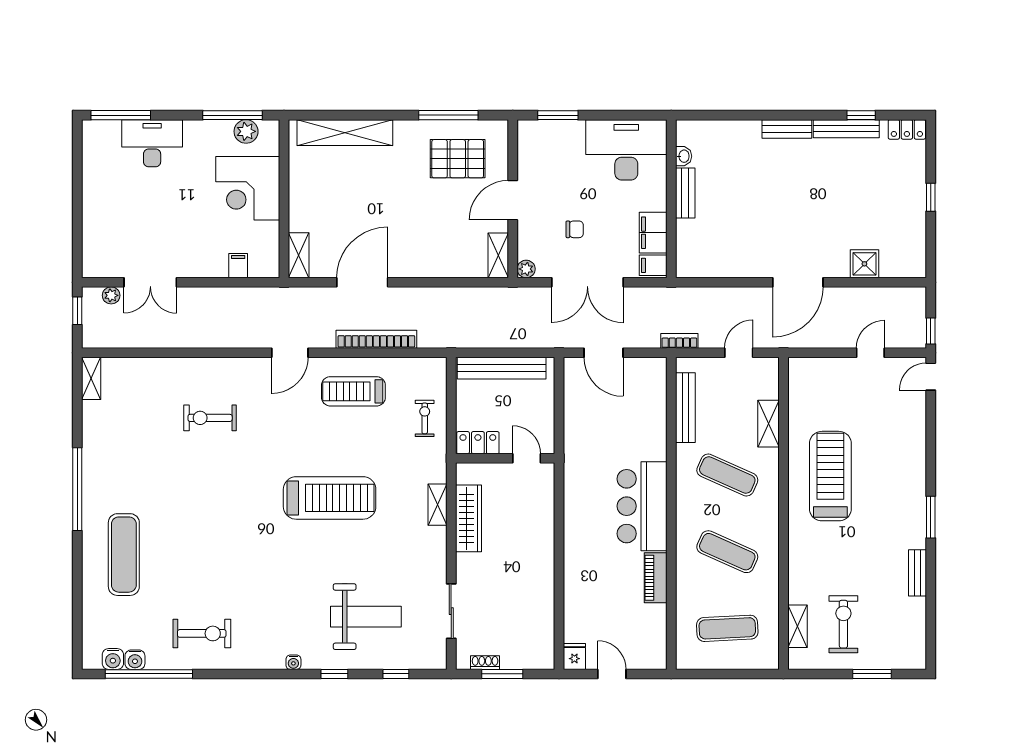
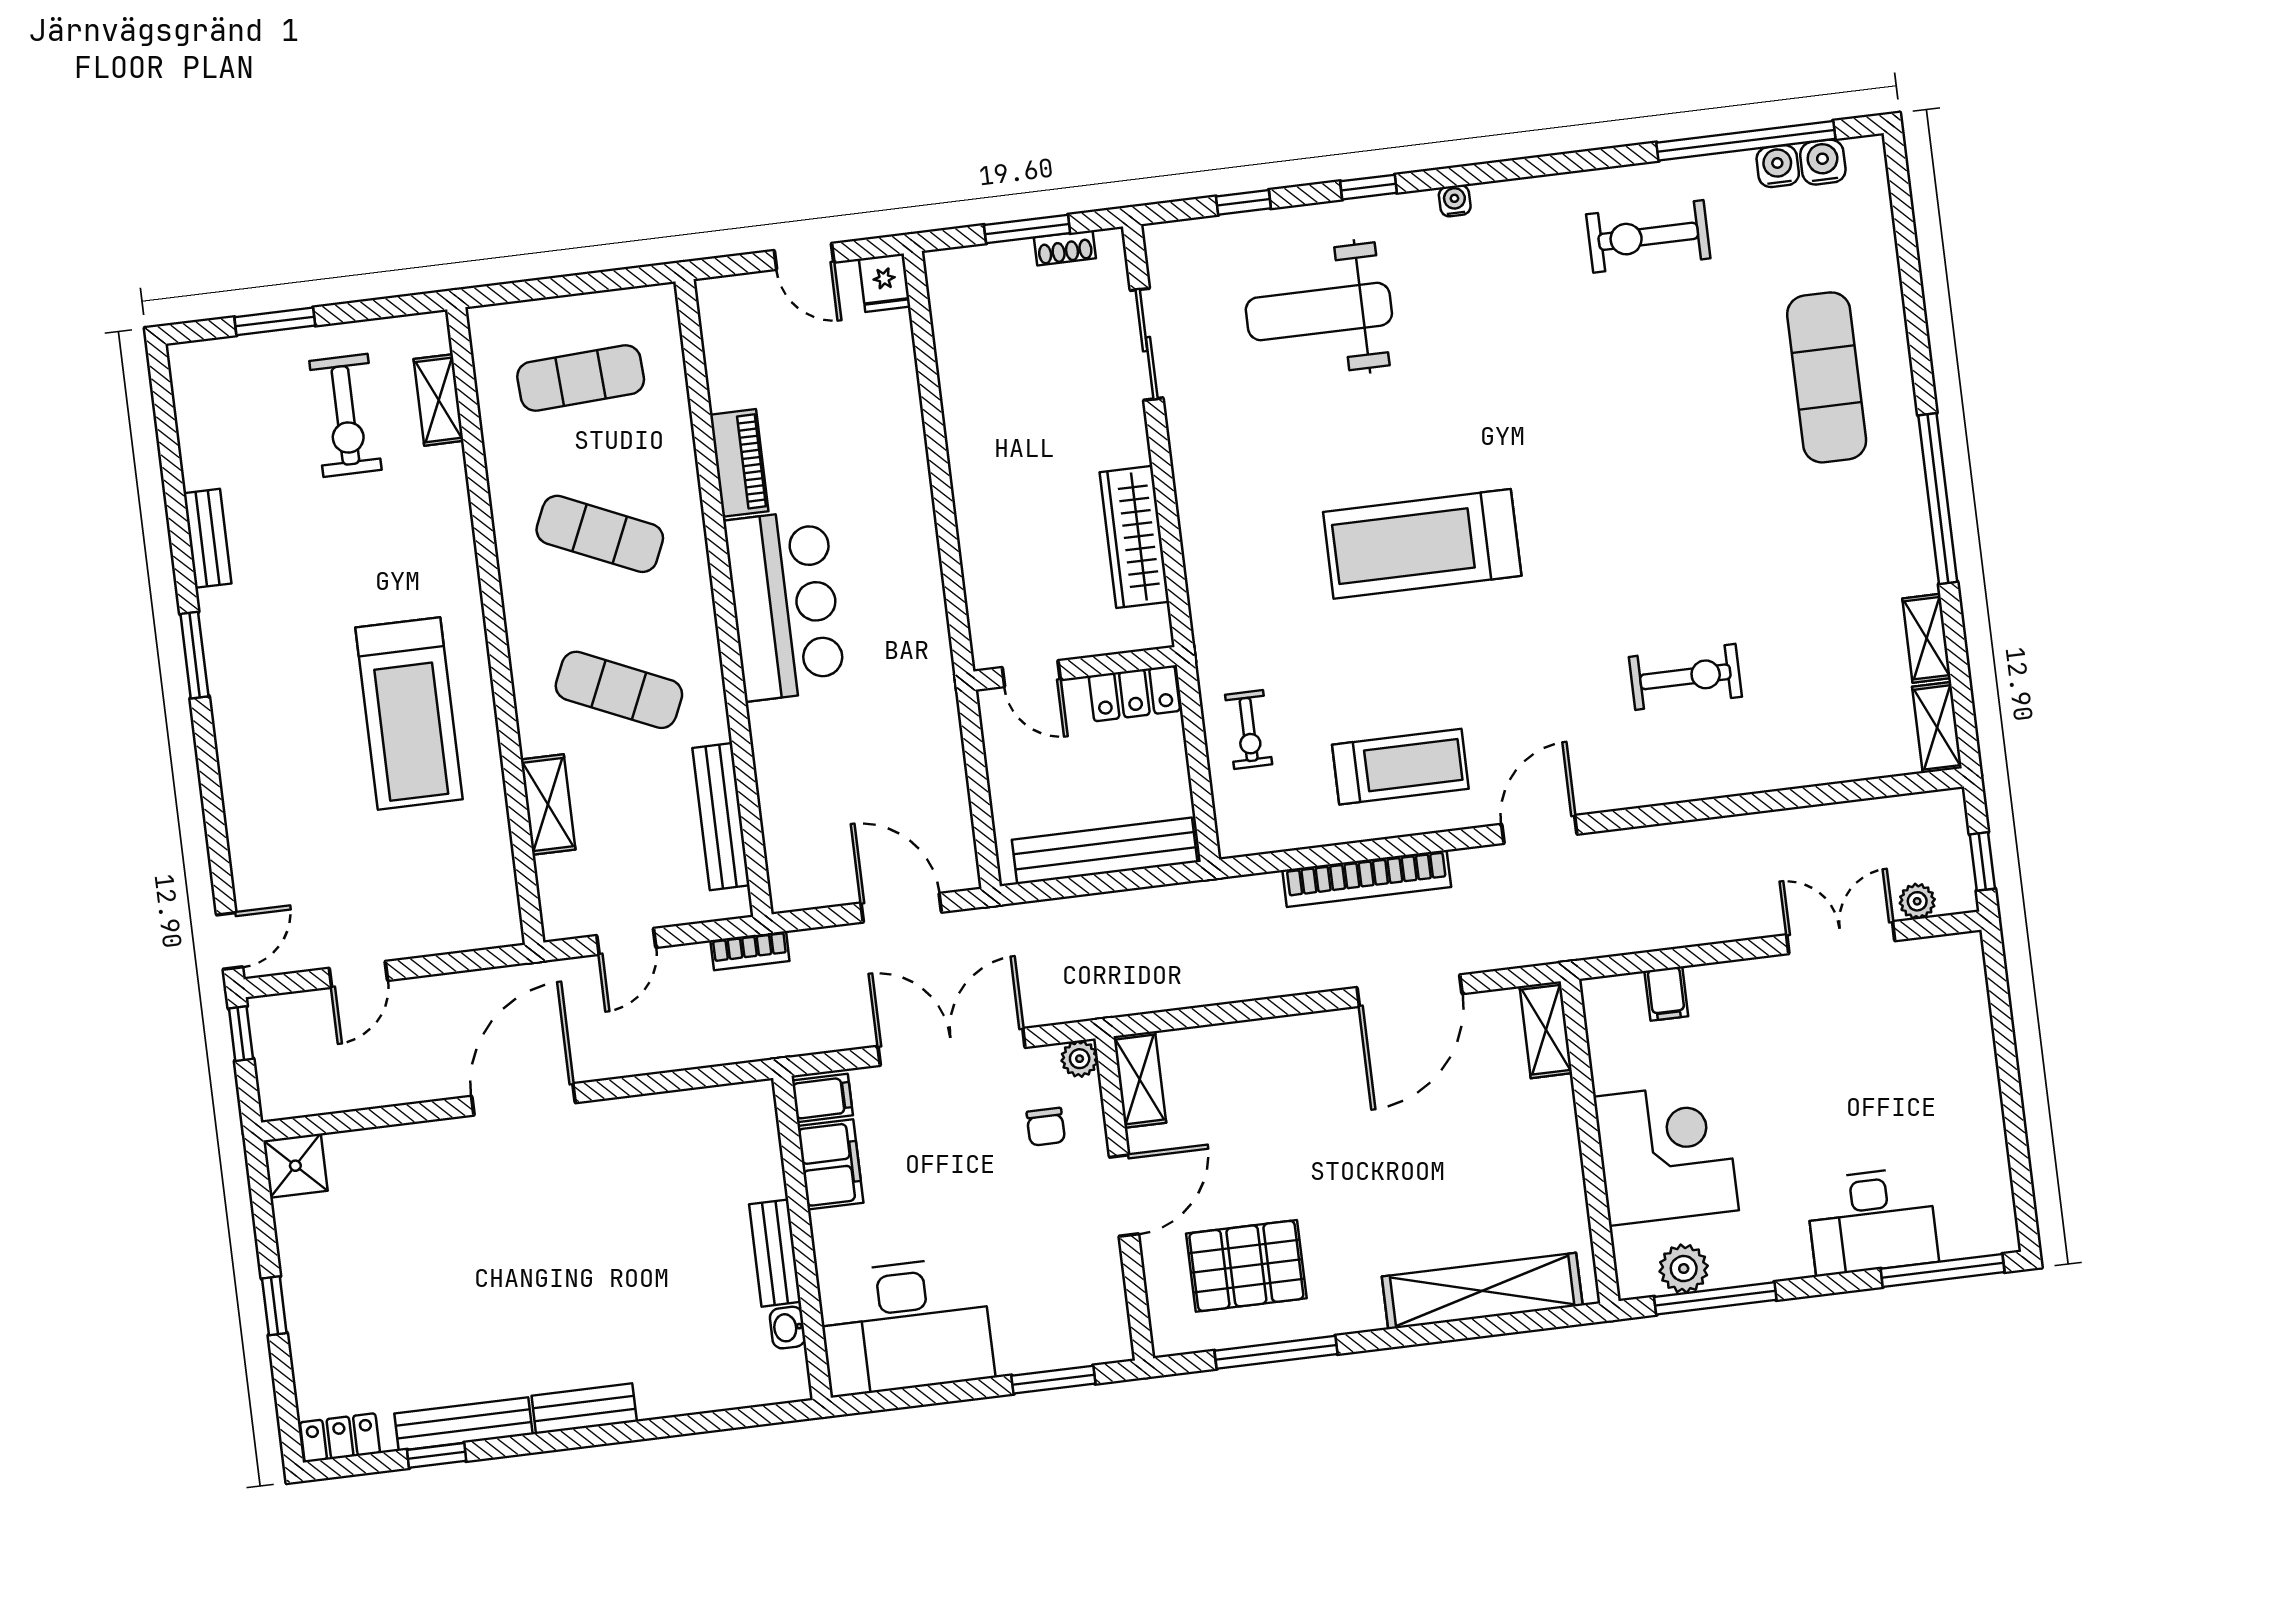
chair: (575, 229) -> (1046, 1127), moved, turned -90
shower: (864, 264) -> (295, 1166), moved
shelving: (437, 505) -> (1927, 638), moved

